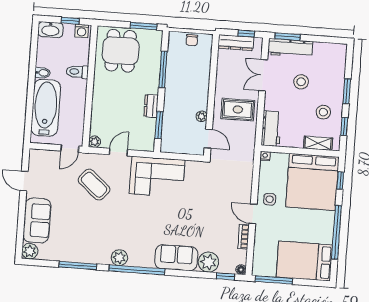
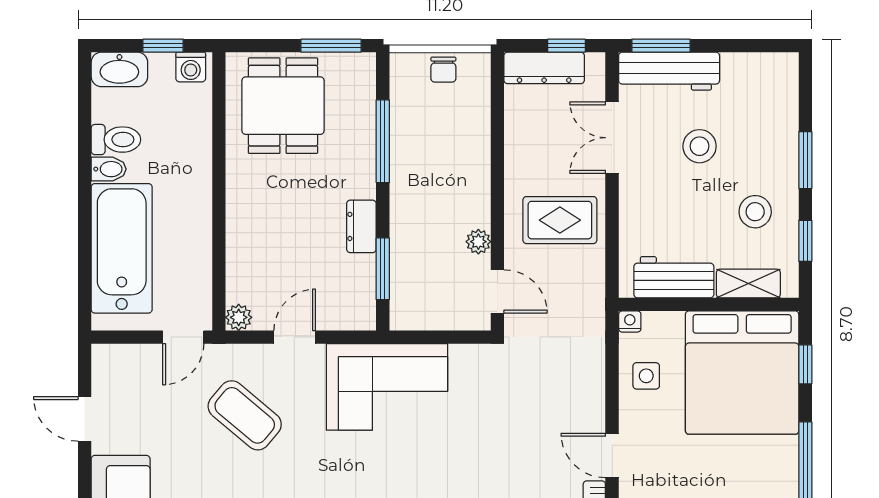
toilet: (77, 72) -> (116, 140), moved, turned 180
workbench: (271, 129) -> (674, 277), moved, turned -90
side table: (270, 199) -> (646, 376), moved

